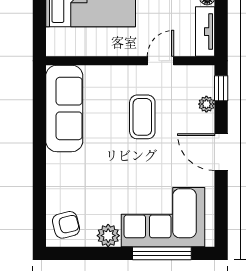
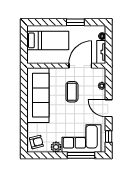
door: (160, 61) -> (80, 66), width x1.88
window: (221, 88) -> (109, 137), moved
sofa: (64, 108) -> (38, 95), width x1.36, depth x1.27

